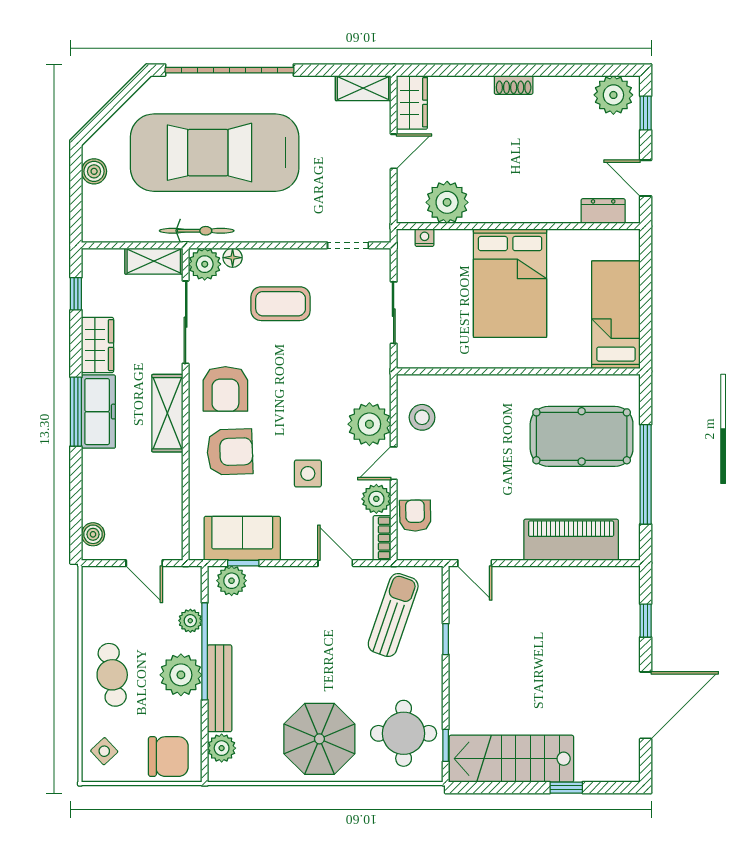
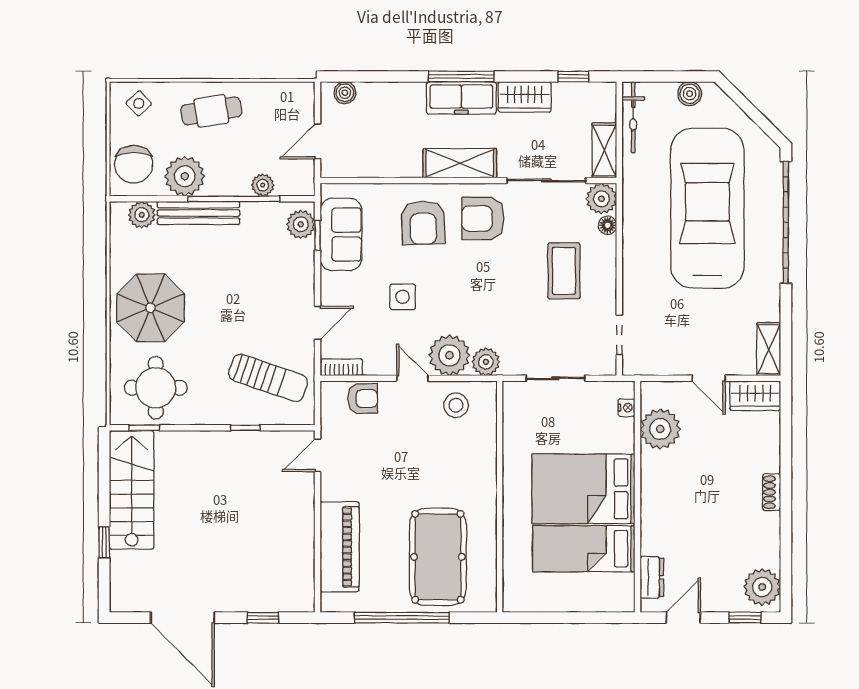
bicycle: (197, 231) -> (633, 117), moved
bed: (616, 315) -> (584, 549), moved, turned 180
plant: (376, 499) -> (486, 362), moved
plant: (181, 675) -> (185, 176), moved

